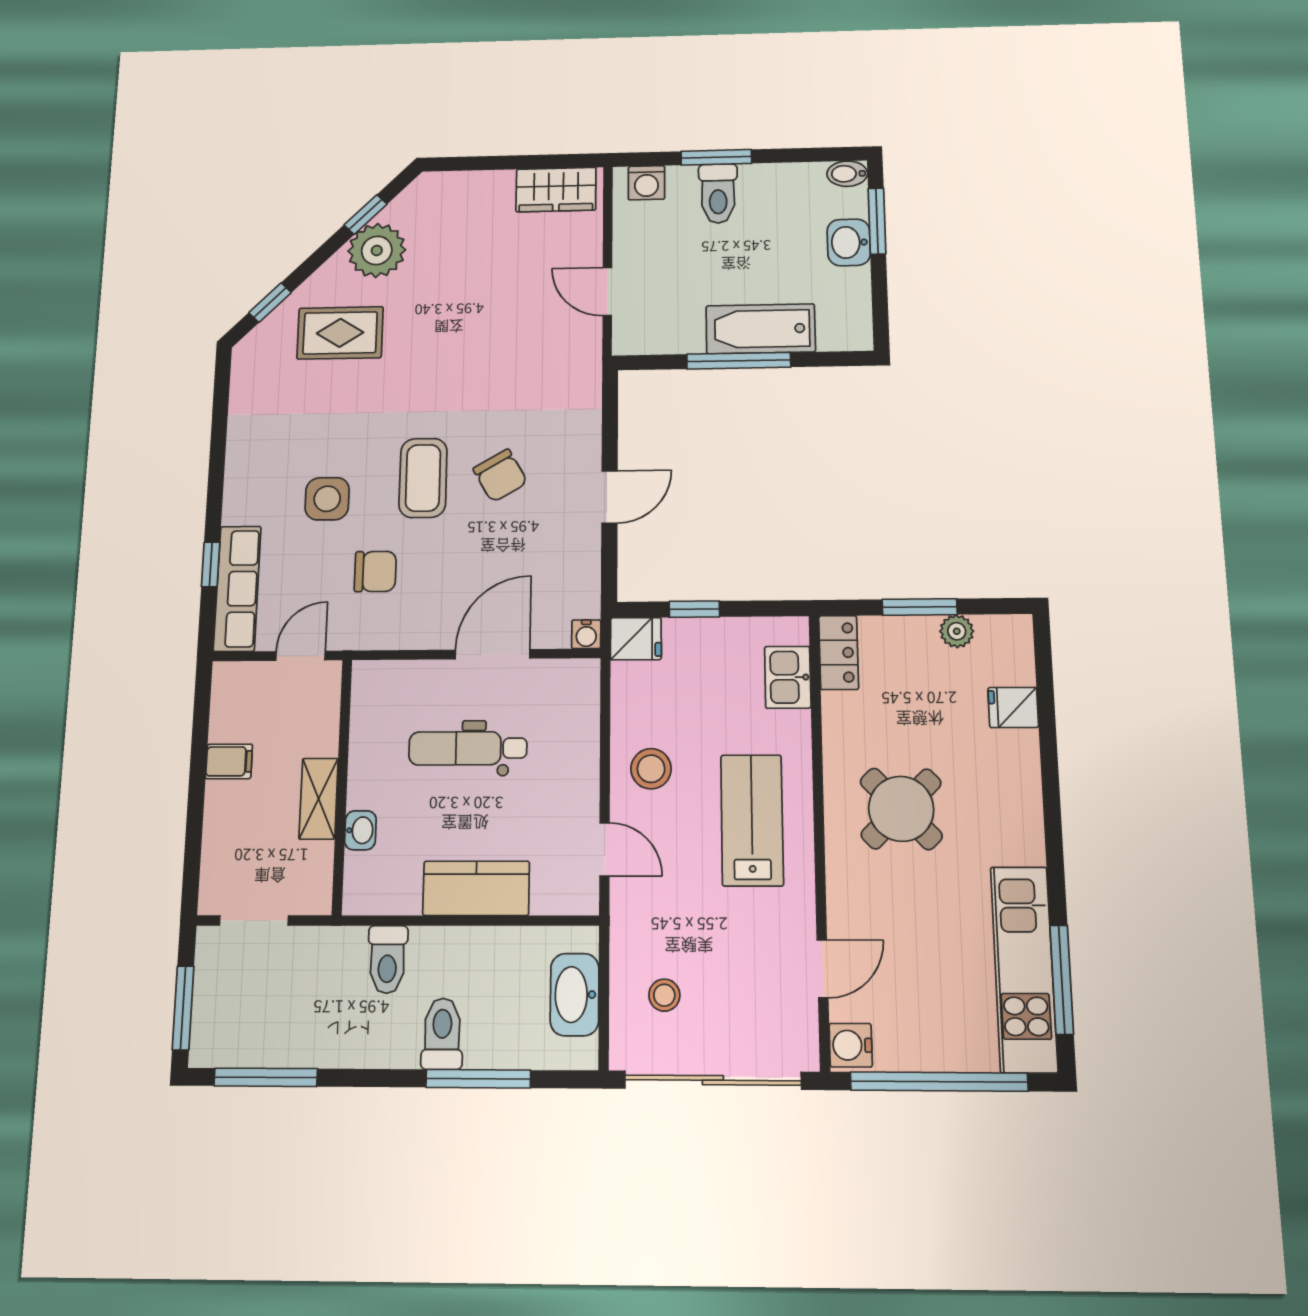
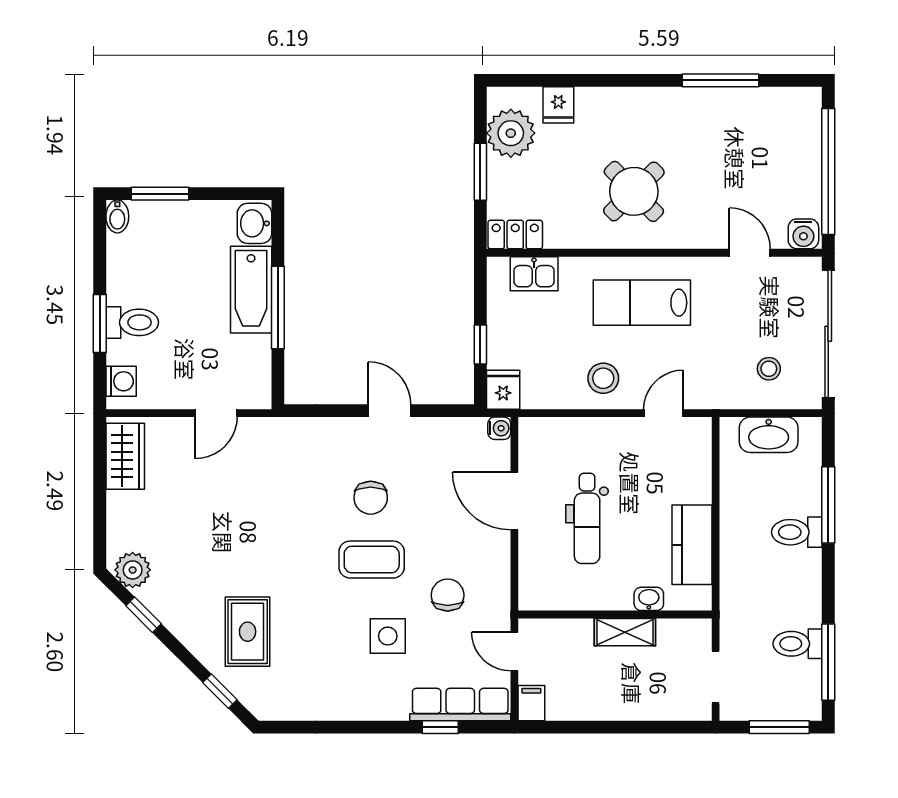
washbasin: (849, 242) -> (254, 223), moved, turned 90
plant: (377, 250) -> (133, 570), moved, width x0.73, depth x0.73
chair: (500, 476) -> (371, 498), turned 120
plant: (957, 631) -> (511, 133), width x1.88, depth x1.88
filing cabinet: (229, 761) -> (531, 703), moved
kitchen counter: (476, 888) -> (692, 545), moved
toilet: (387, 959) -> (798, 644), moved, turned 180
kitchen unit: (1024, 969) -> (749, 107), removed
window: (1062, 980) -> (721, 80), moved

